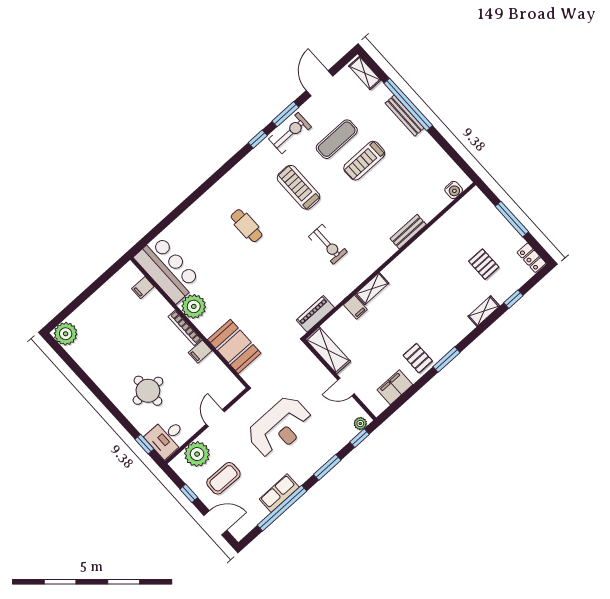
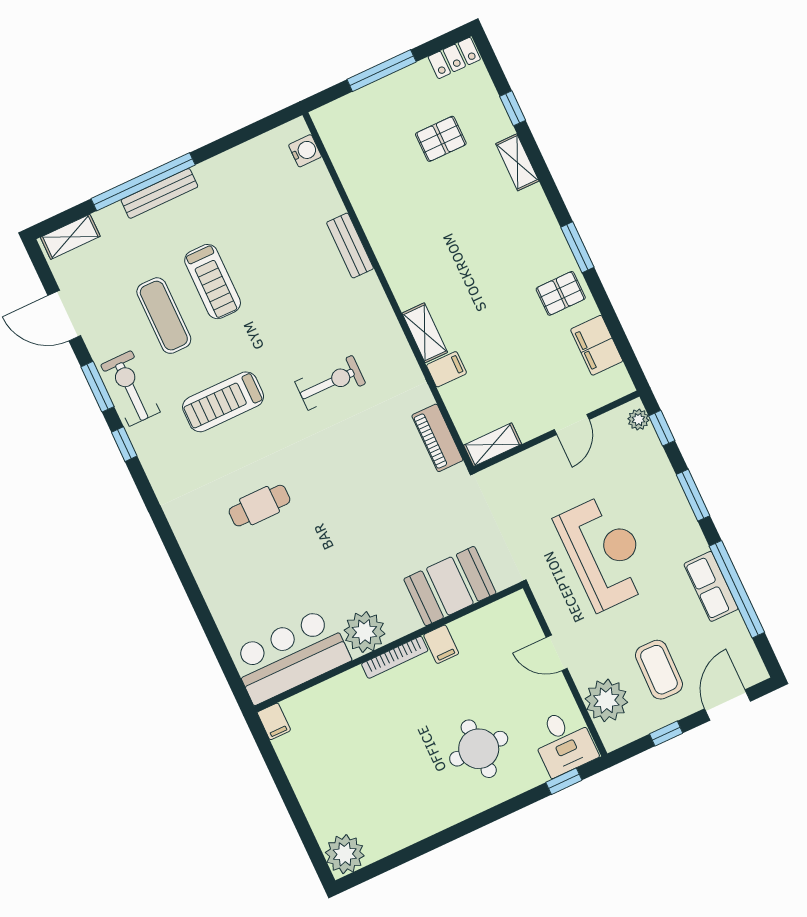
filing cabinet: (143, 288) -> (274, 721), moved
shelving: (328, 350) -> (493, 445), width x0.67, depth x0.75

